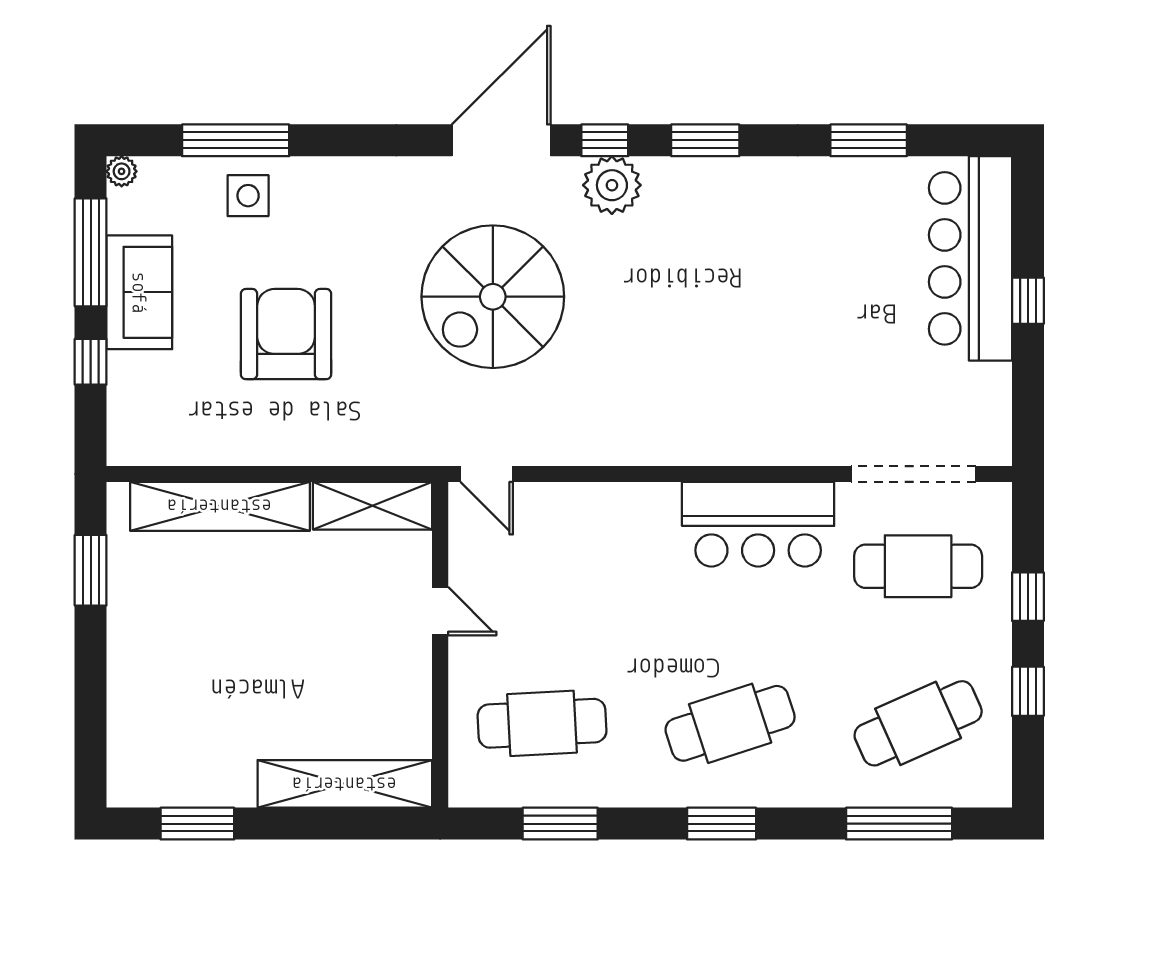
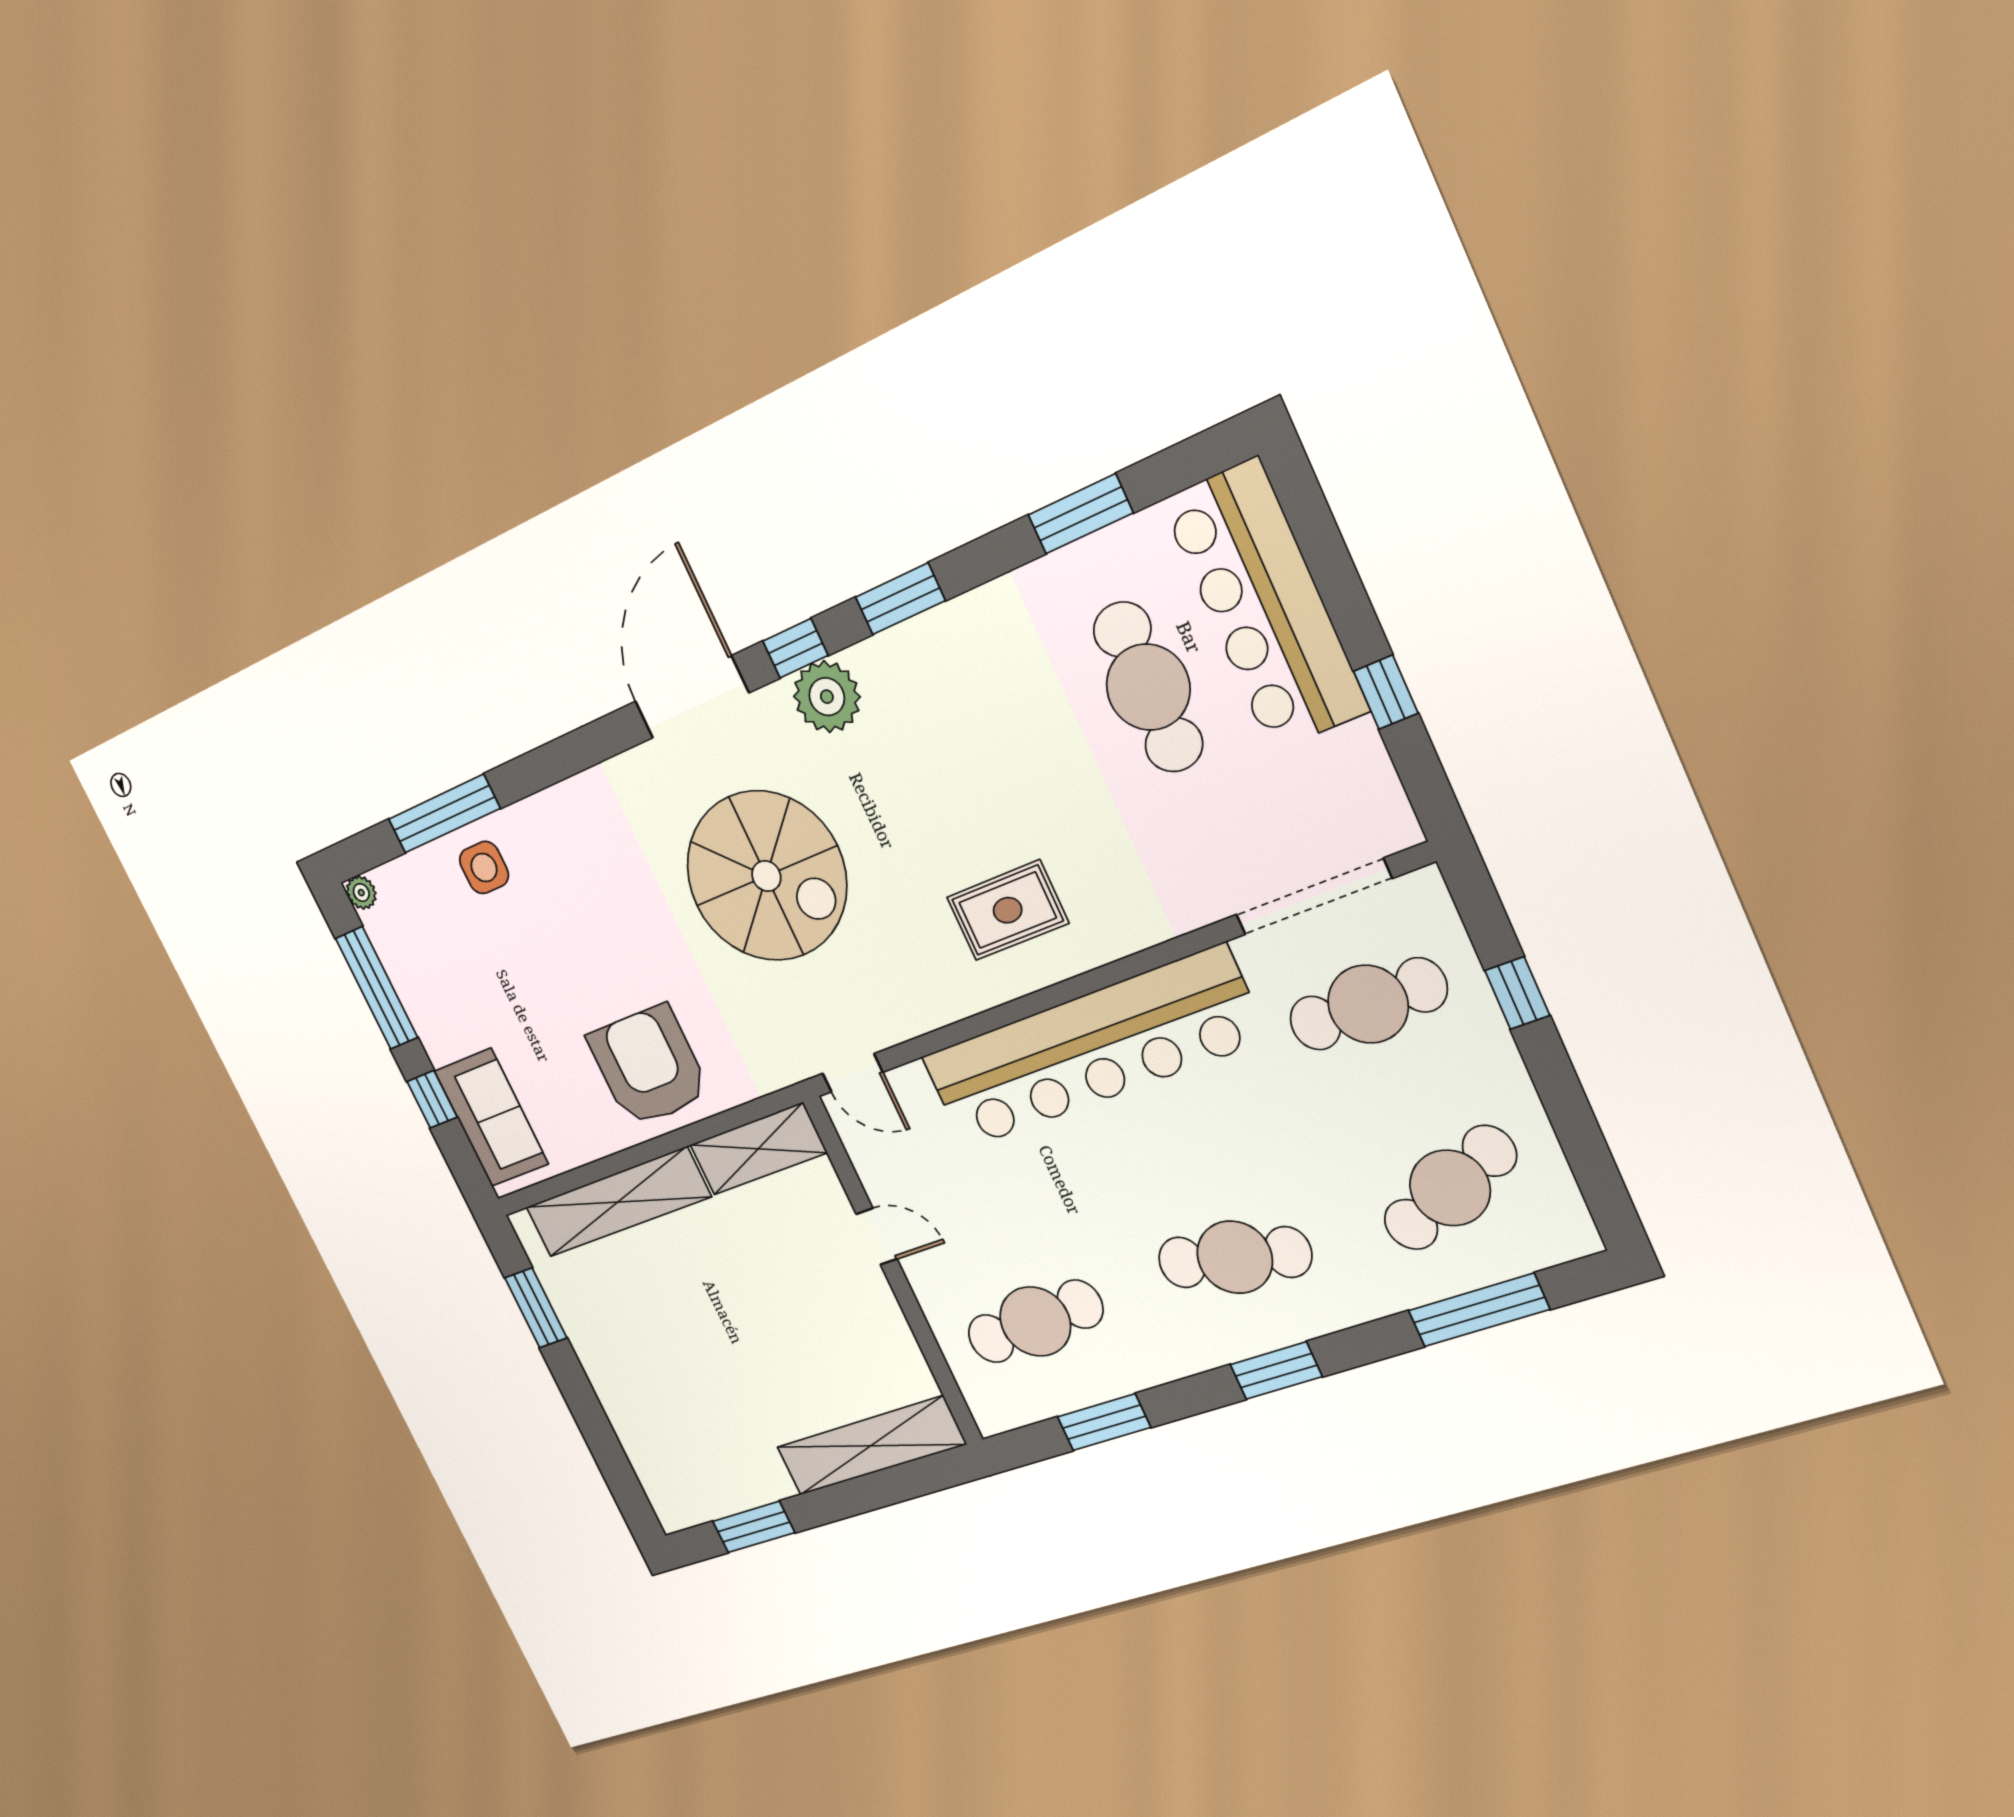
cafe table: (861, 279) -> (1148, 687), added
sofa: (139, 292) -> (491, 1117), moved
spiral stairs: (493, 297) -> (766, 876), turned -90
window: (1028, 301) -> (1386, 692), moved
armchair: (286, 334) -> (649, 1066), moved
rug: (677, 397) -> (1008, 910), added
bar counter: (758, 524) -> (1092, 1048), width x1.86
window: (1028, 691) -> (1567, 1107), removed
cafe table: (730, 723) -> (1235, 1257), turned 30

